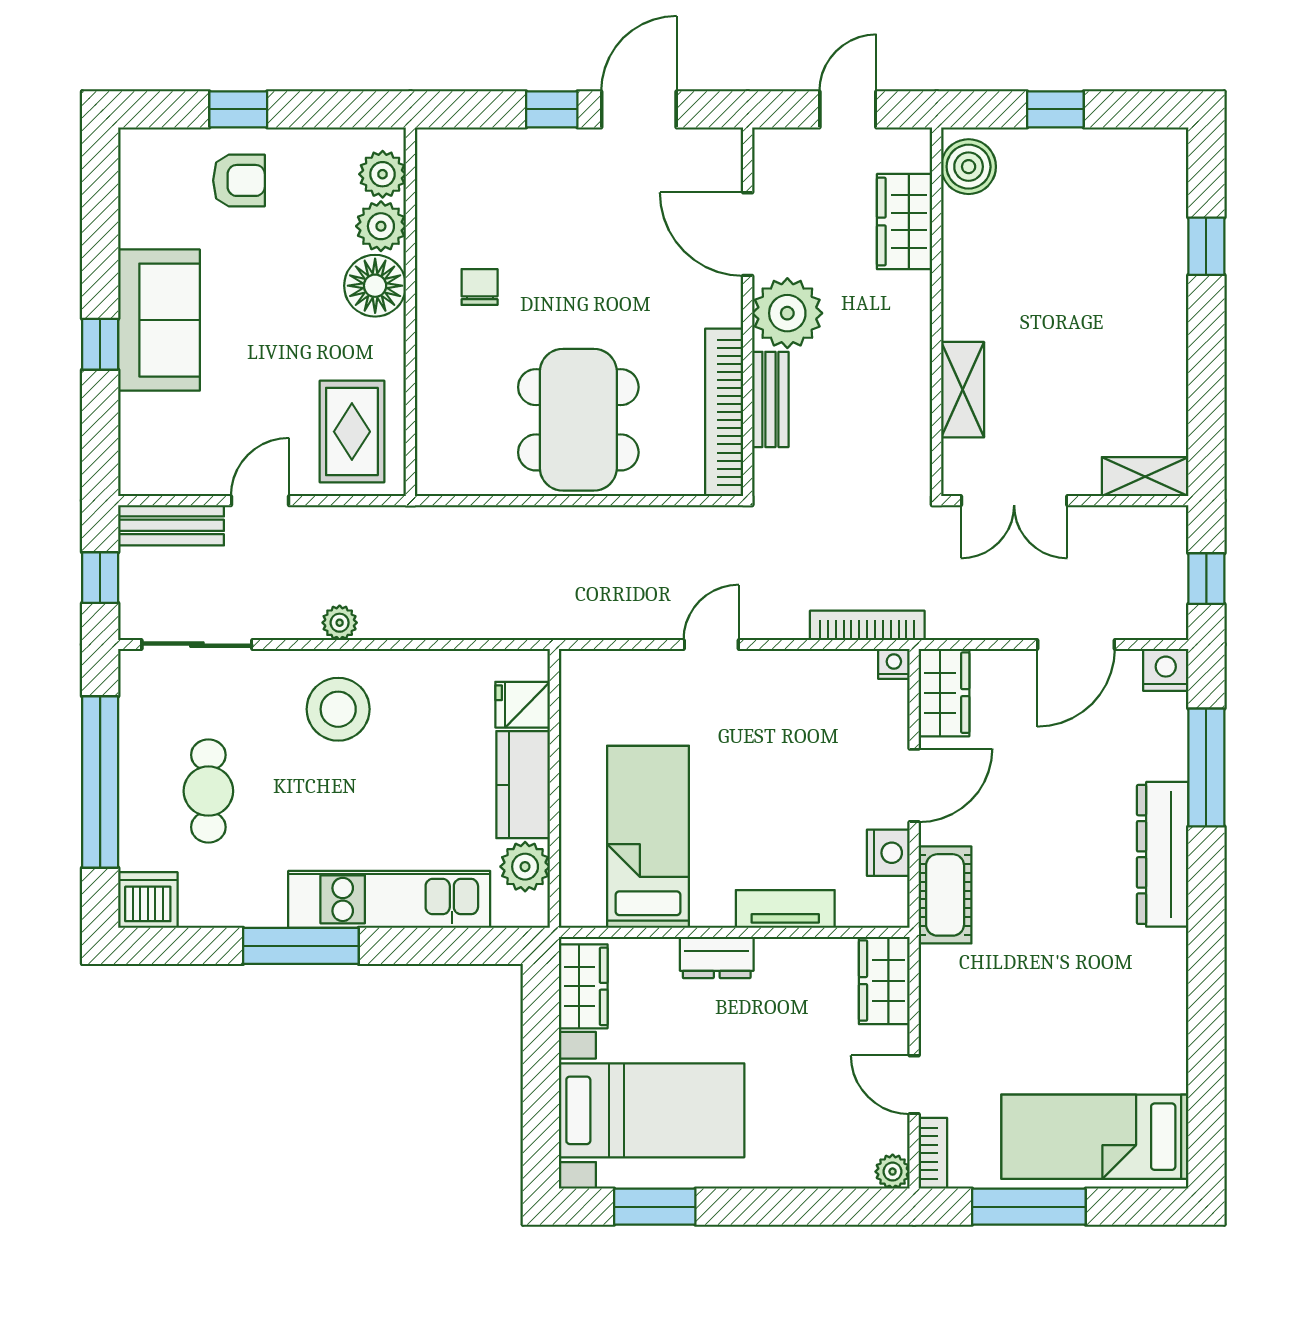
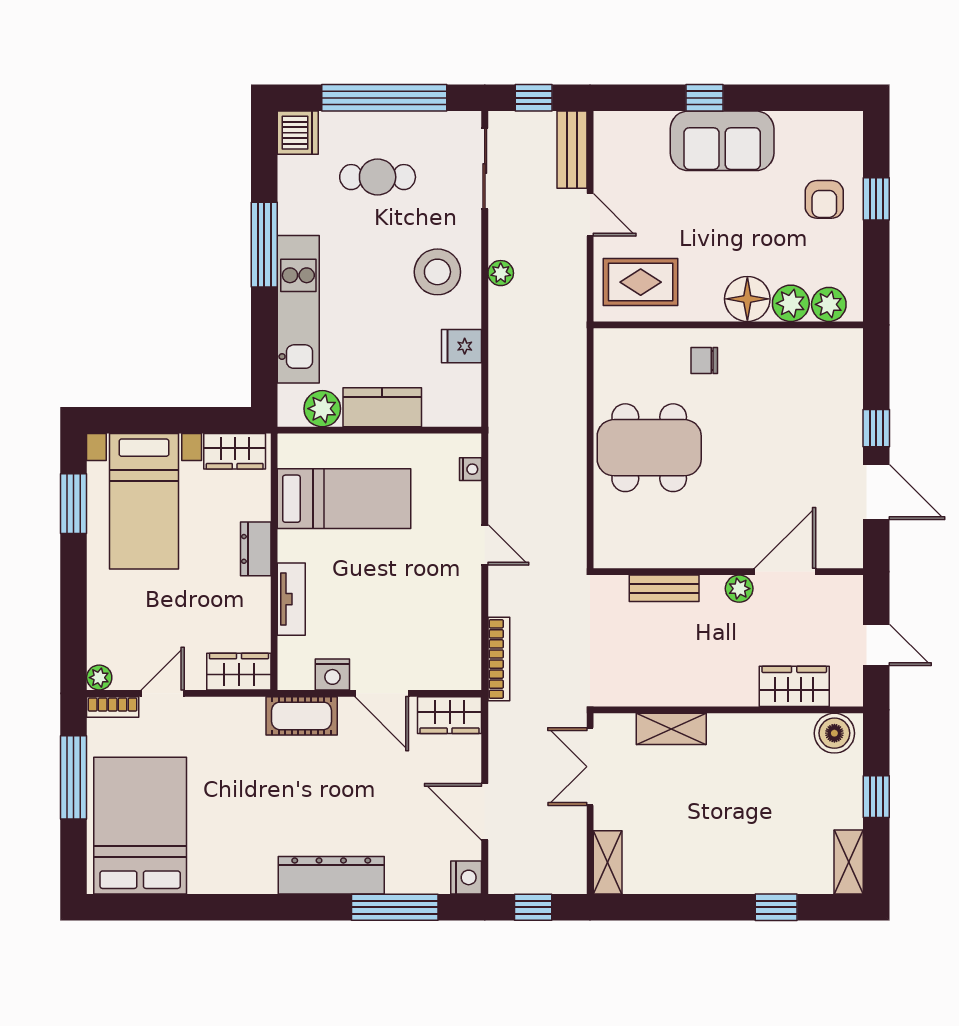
shelving: (1145, 147) -> (849, 862), added
chair: (480, 287) -> (704, 361), moved, turned 180
plant: (787, 313) -> (739, 589), width x0.53, depth x0.53
bookcase: (724, 412) -> (655, 554), removed
nightstand: (894, 664) -> (471, 469), moved
fridge: (523, 705) -> (462, 346), moved, turned -90
bed: (1095, 1137) -> (140, 826), width x1.50

